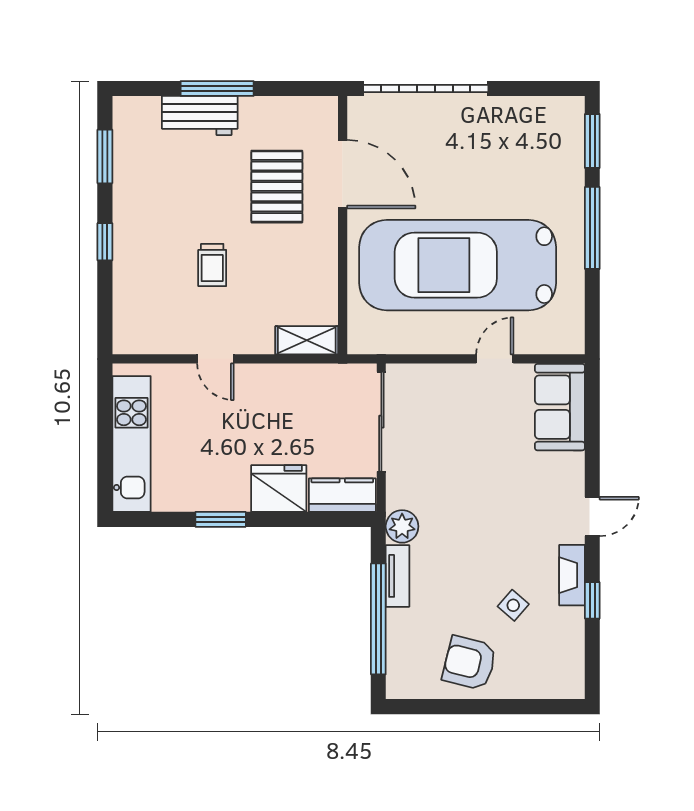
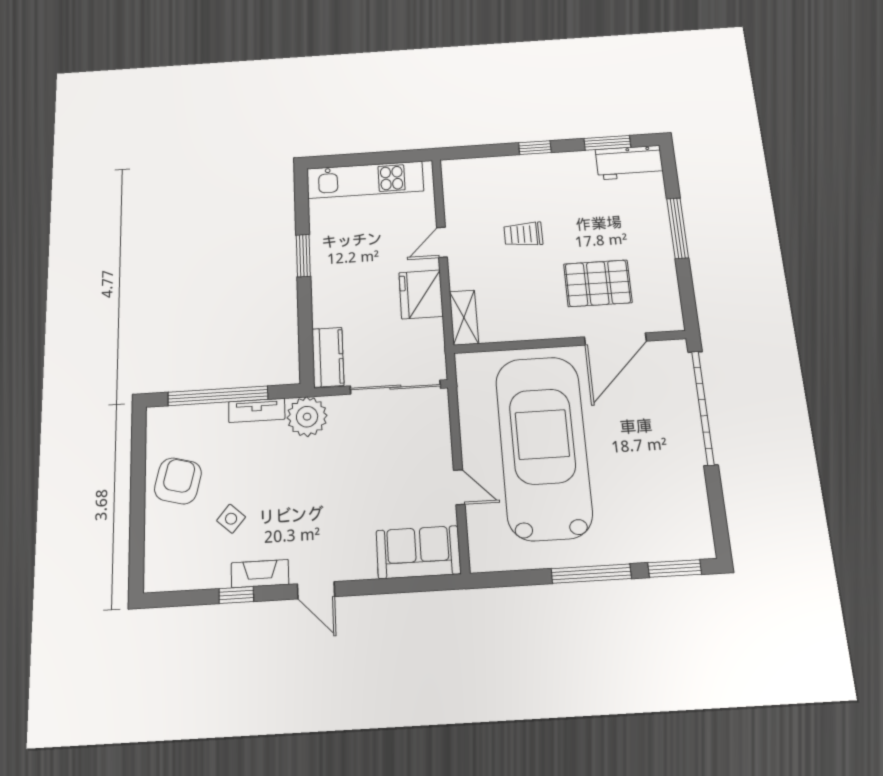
workbench: (200, 115) -> (629, 163), moved, turned -90
fridge: (279, 489) -> (421, 294), moved, turned 180
plant: (402, 526) -> (307, 417), width x1.36, depth x1.36

